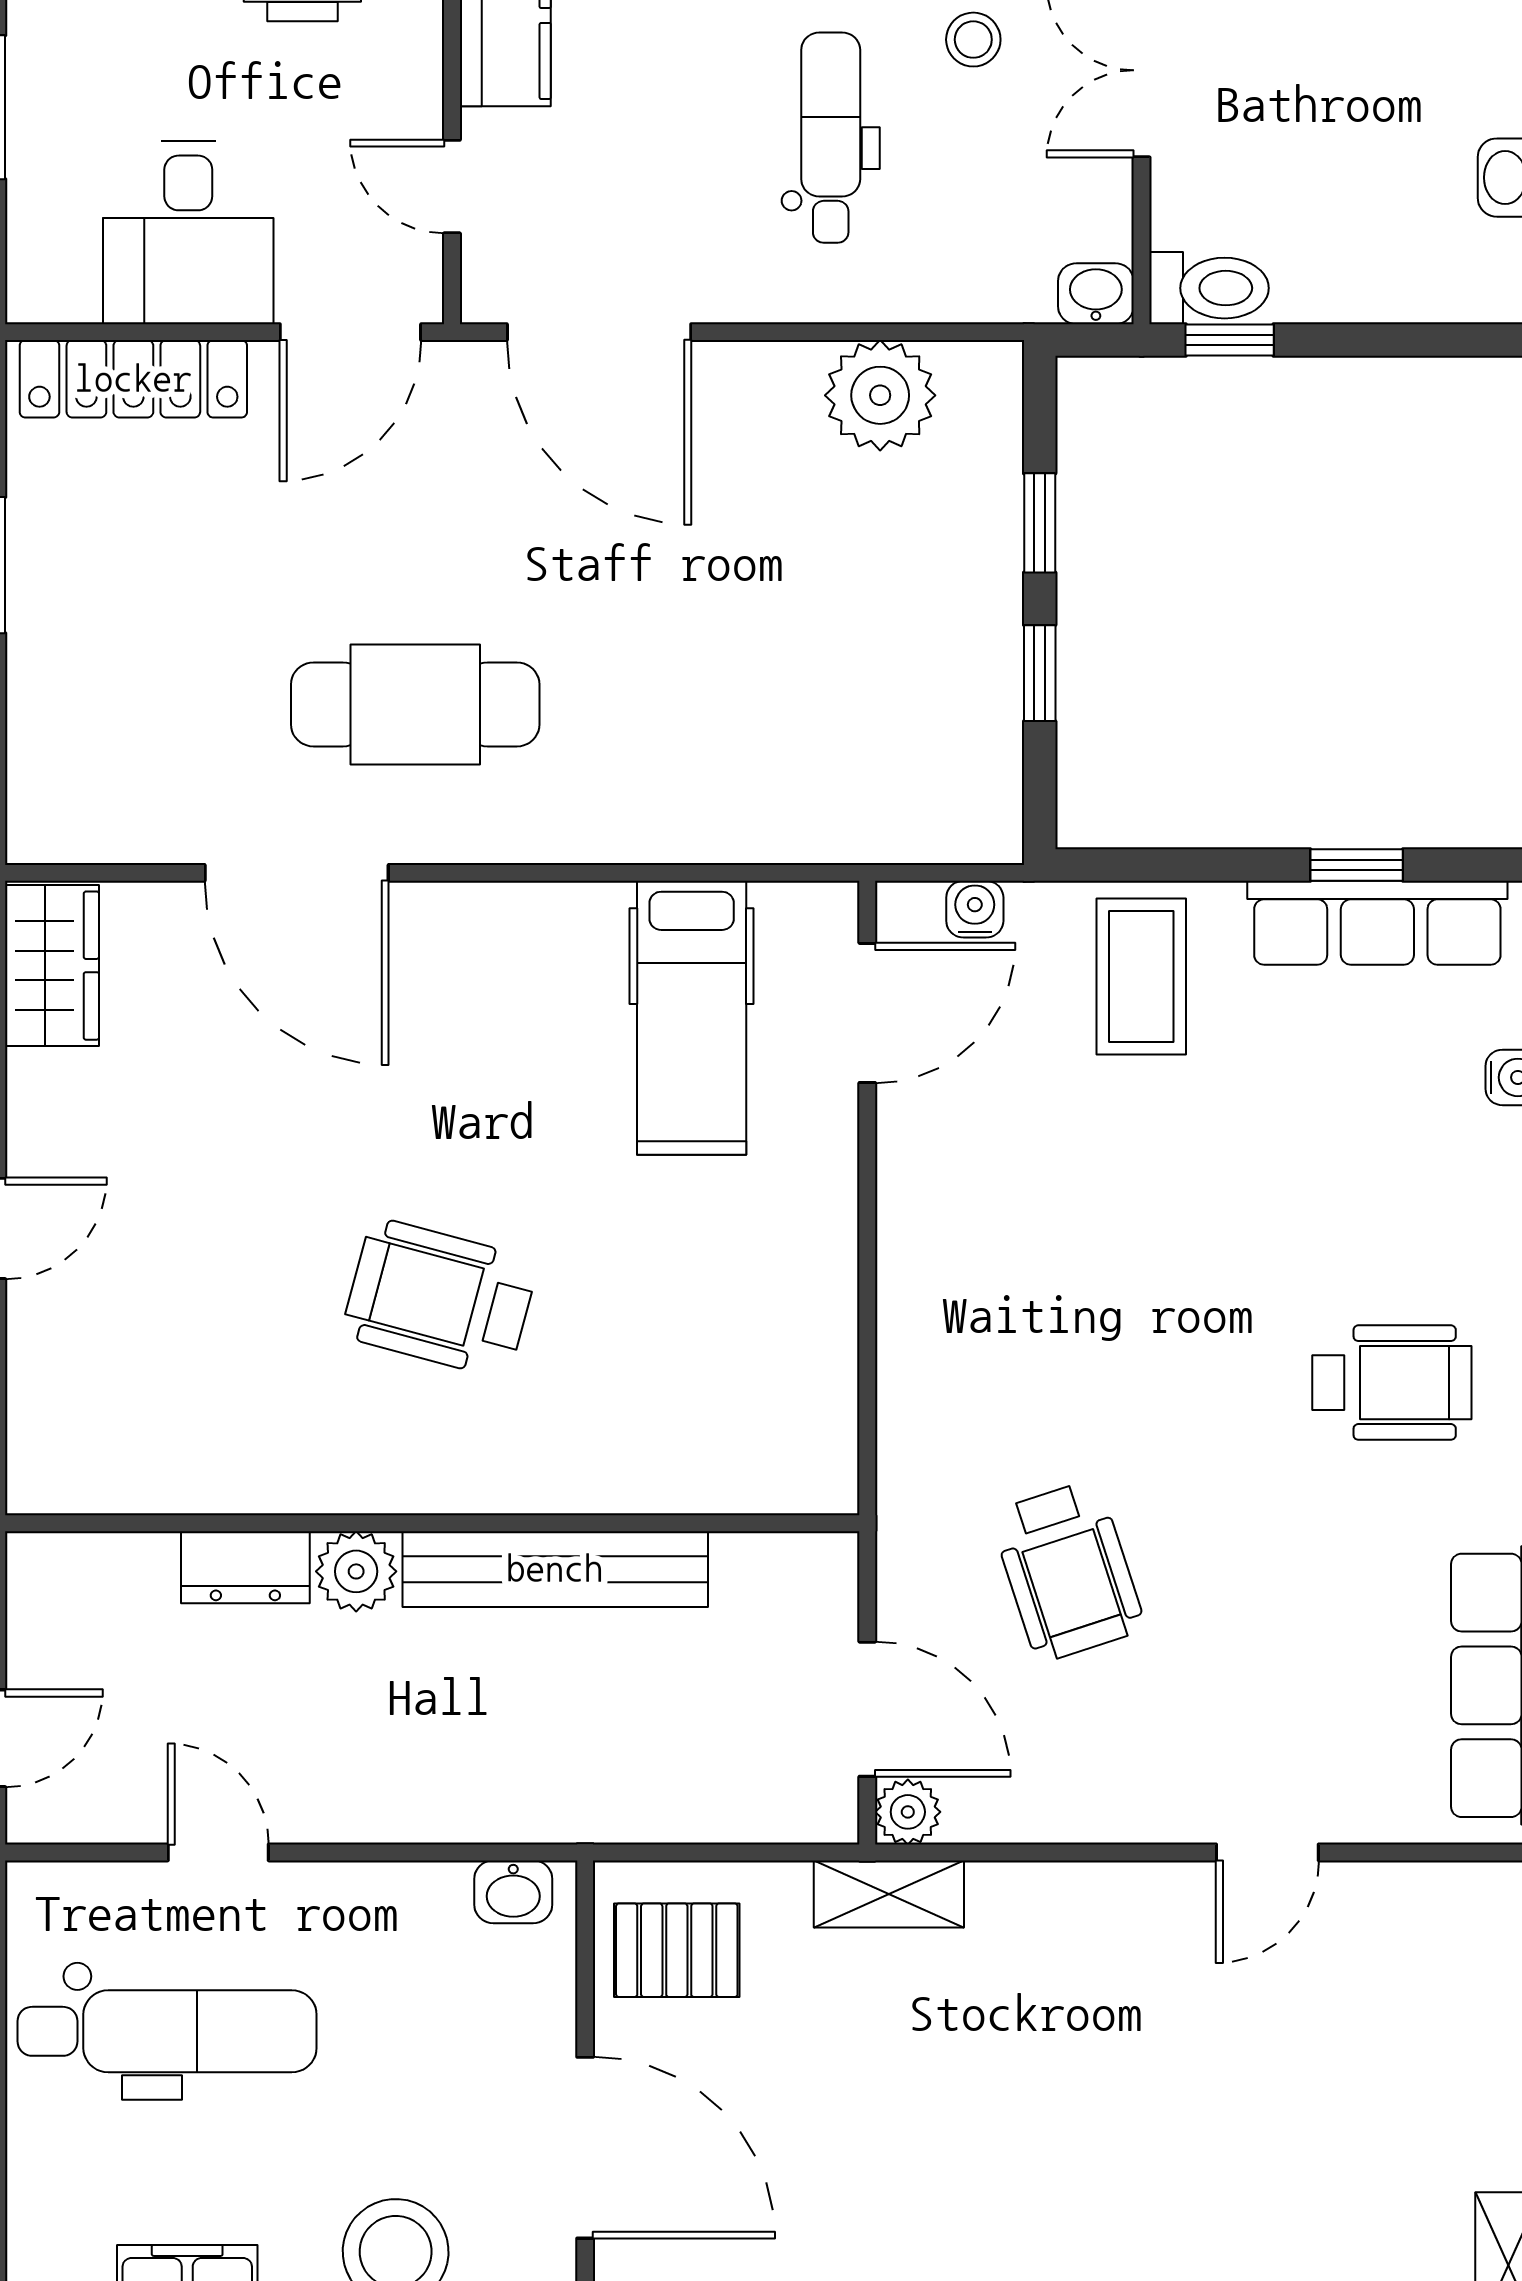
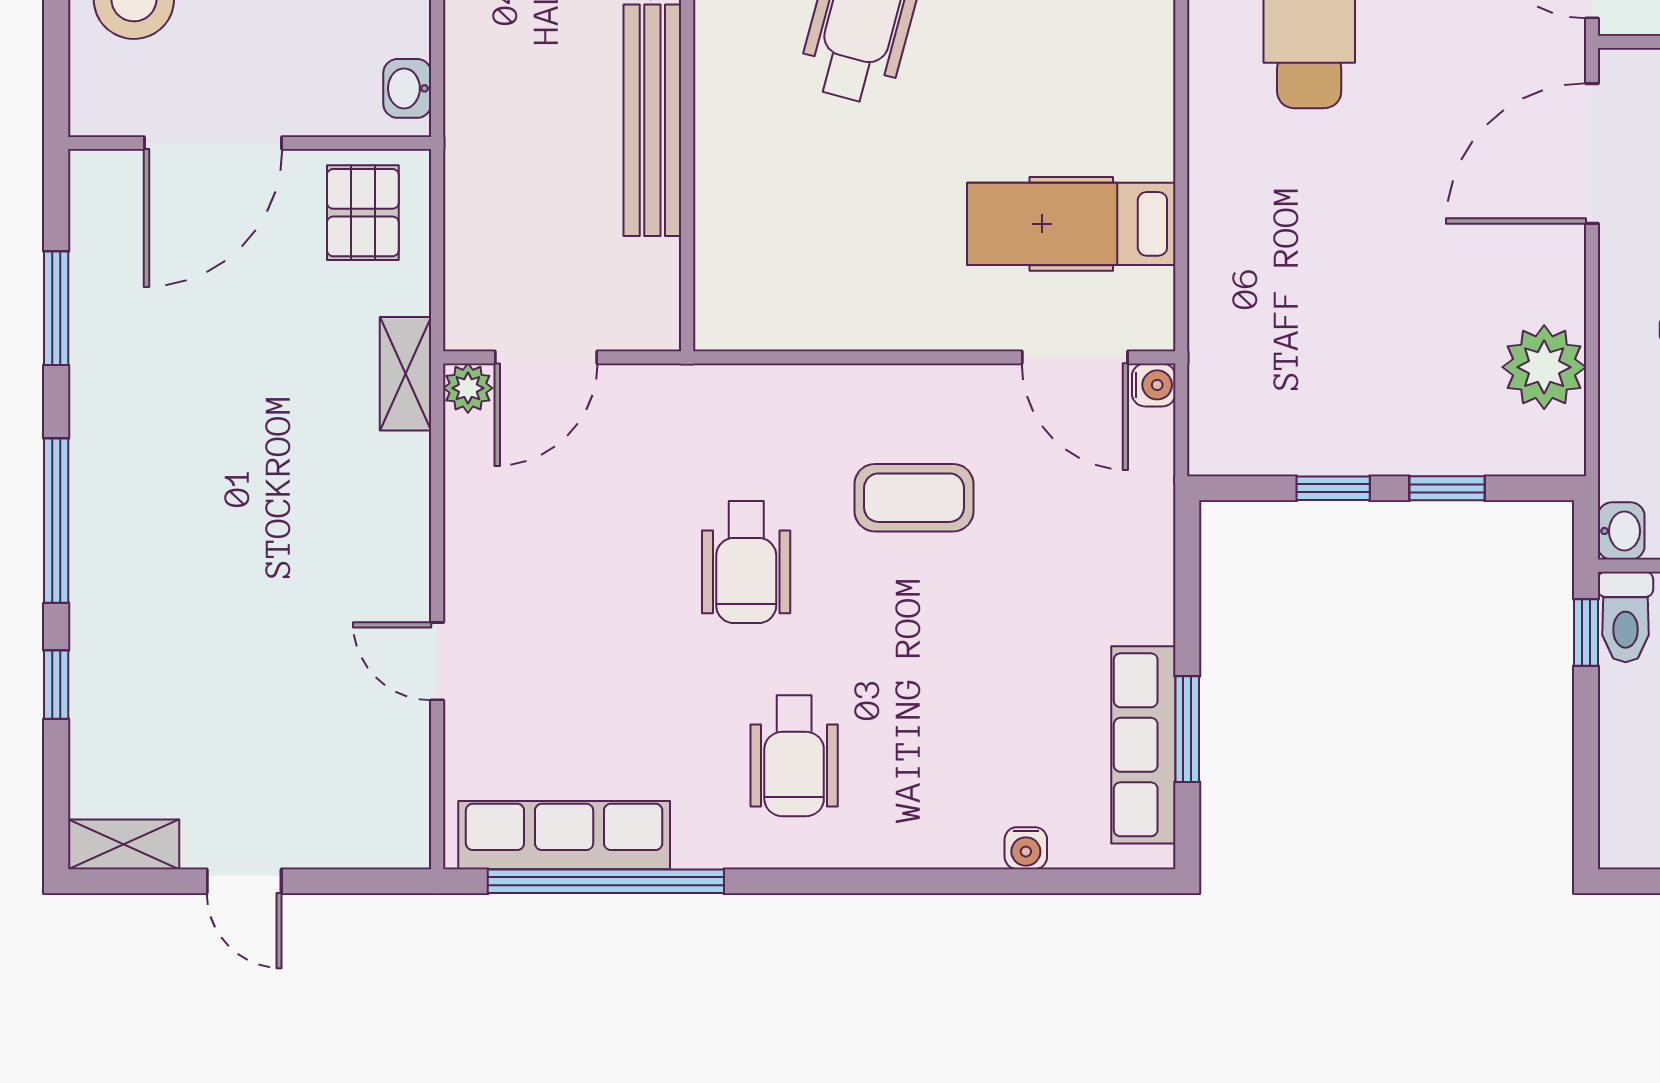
window: (1357, 865) -> (1187, 729), width x1.50
water cooler: (975, 909) -> (1154, 385), moved
coffee table: (1141, 976) -> (914, 498), moved
wheelchair: (1068, 1571) -> (746, 562), moved, turned -72

